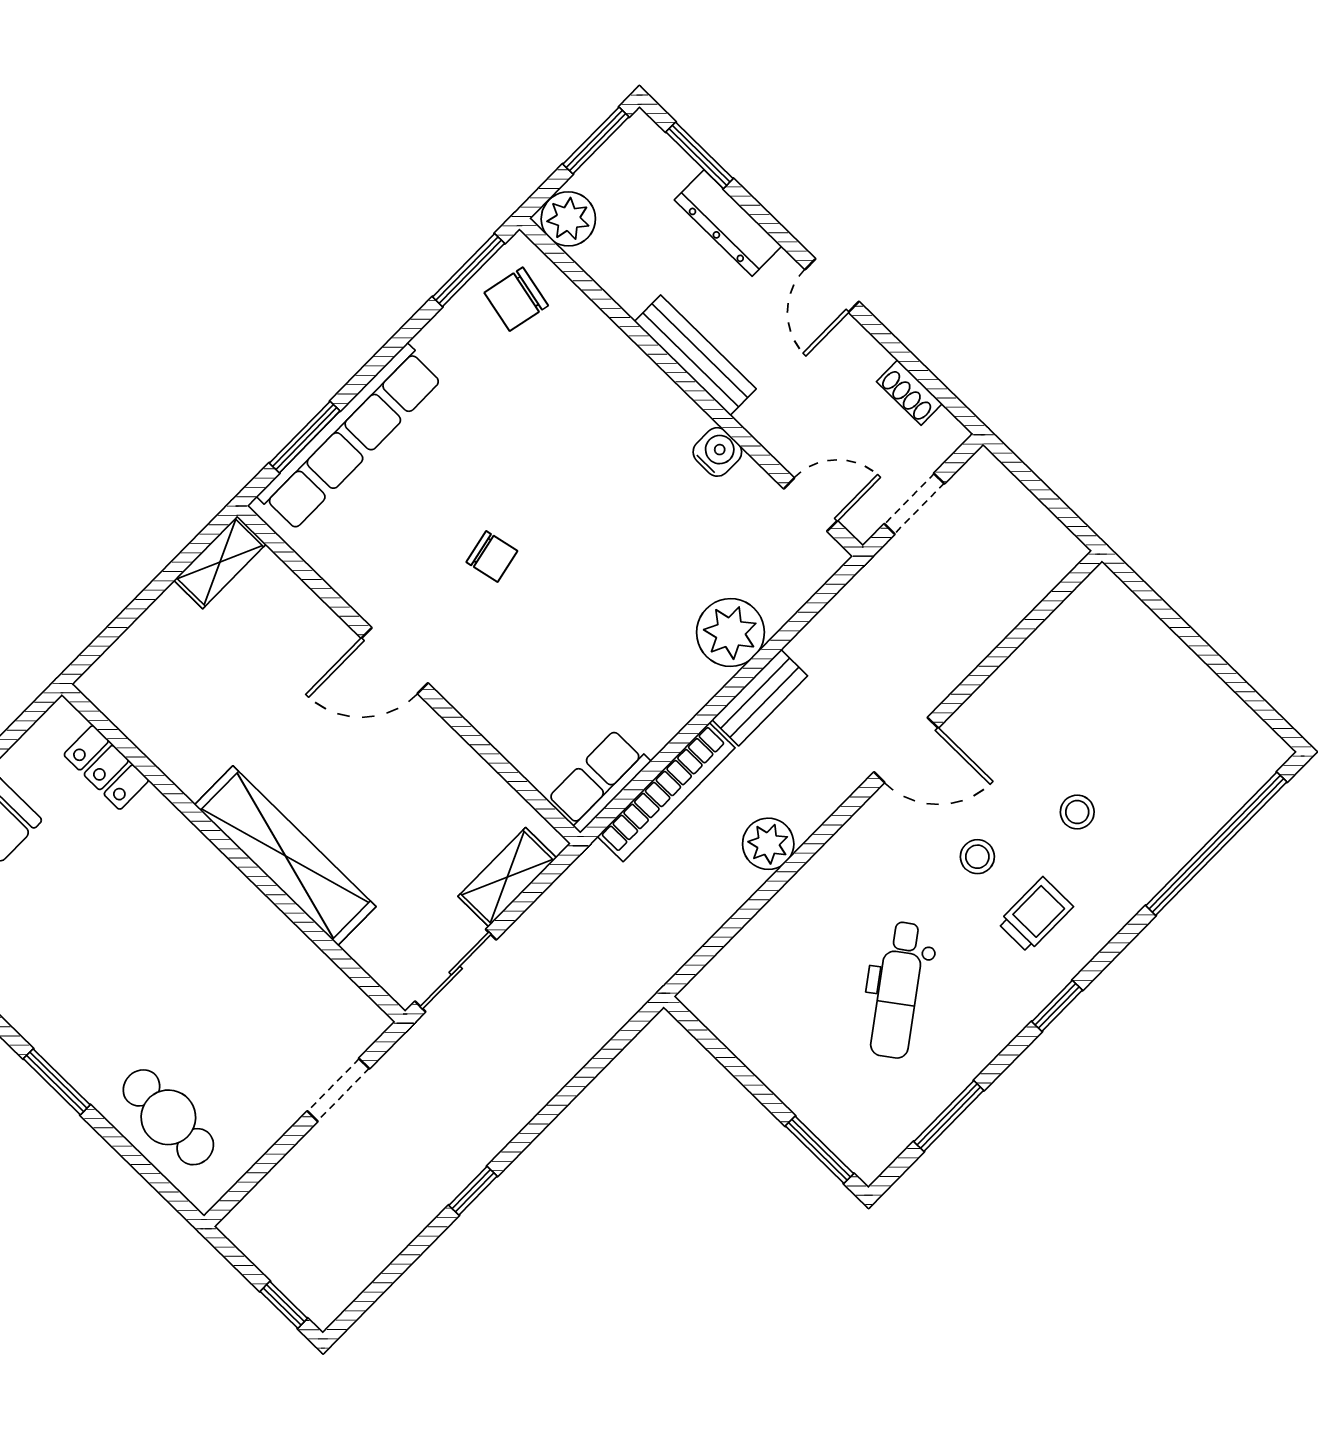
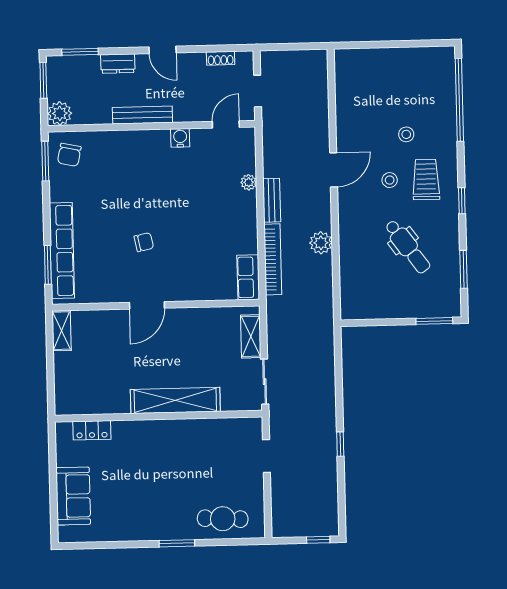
dresser: (728, 223) -> (118, 64), width x0.70
plant: (730, 633) -> (249, 182), width x0.53, depth x0.53
trolley: (1035, 915) -> (426, 179), width x1.36, depth x1.39

